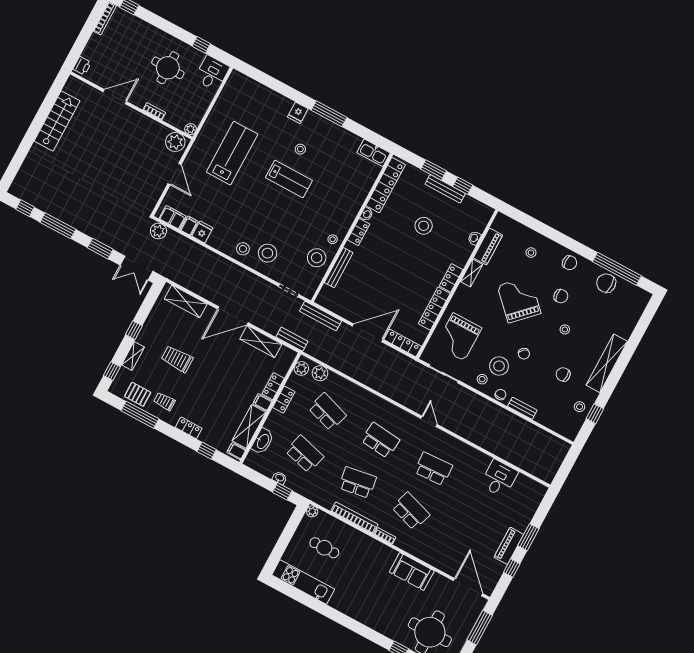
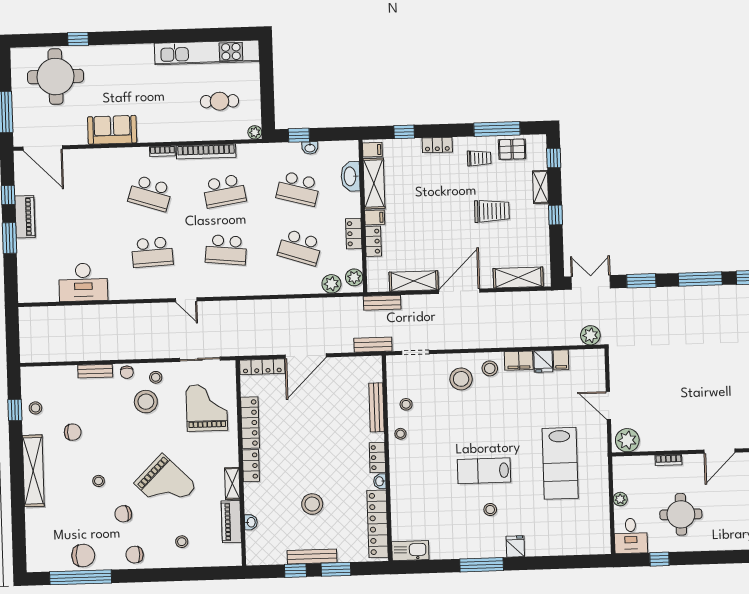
plant: (190, 129) -> (620, 499), moved
filing cabinet: (173, 217) -> (519, 361), moved
stool: (317, 258) -> (406, 404), width x0.53, depth x0.53
bench: (321, 316) -> (373, 345), width x0.73
chair: (524, 354) -> (127, 430), removed
desk: (499, 478) -> (83, 282), width x1.37
kitchen unit: (303, 582) -> (207, 52), width x1.36

